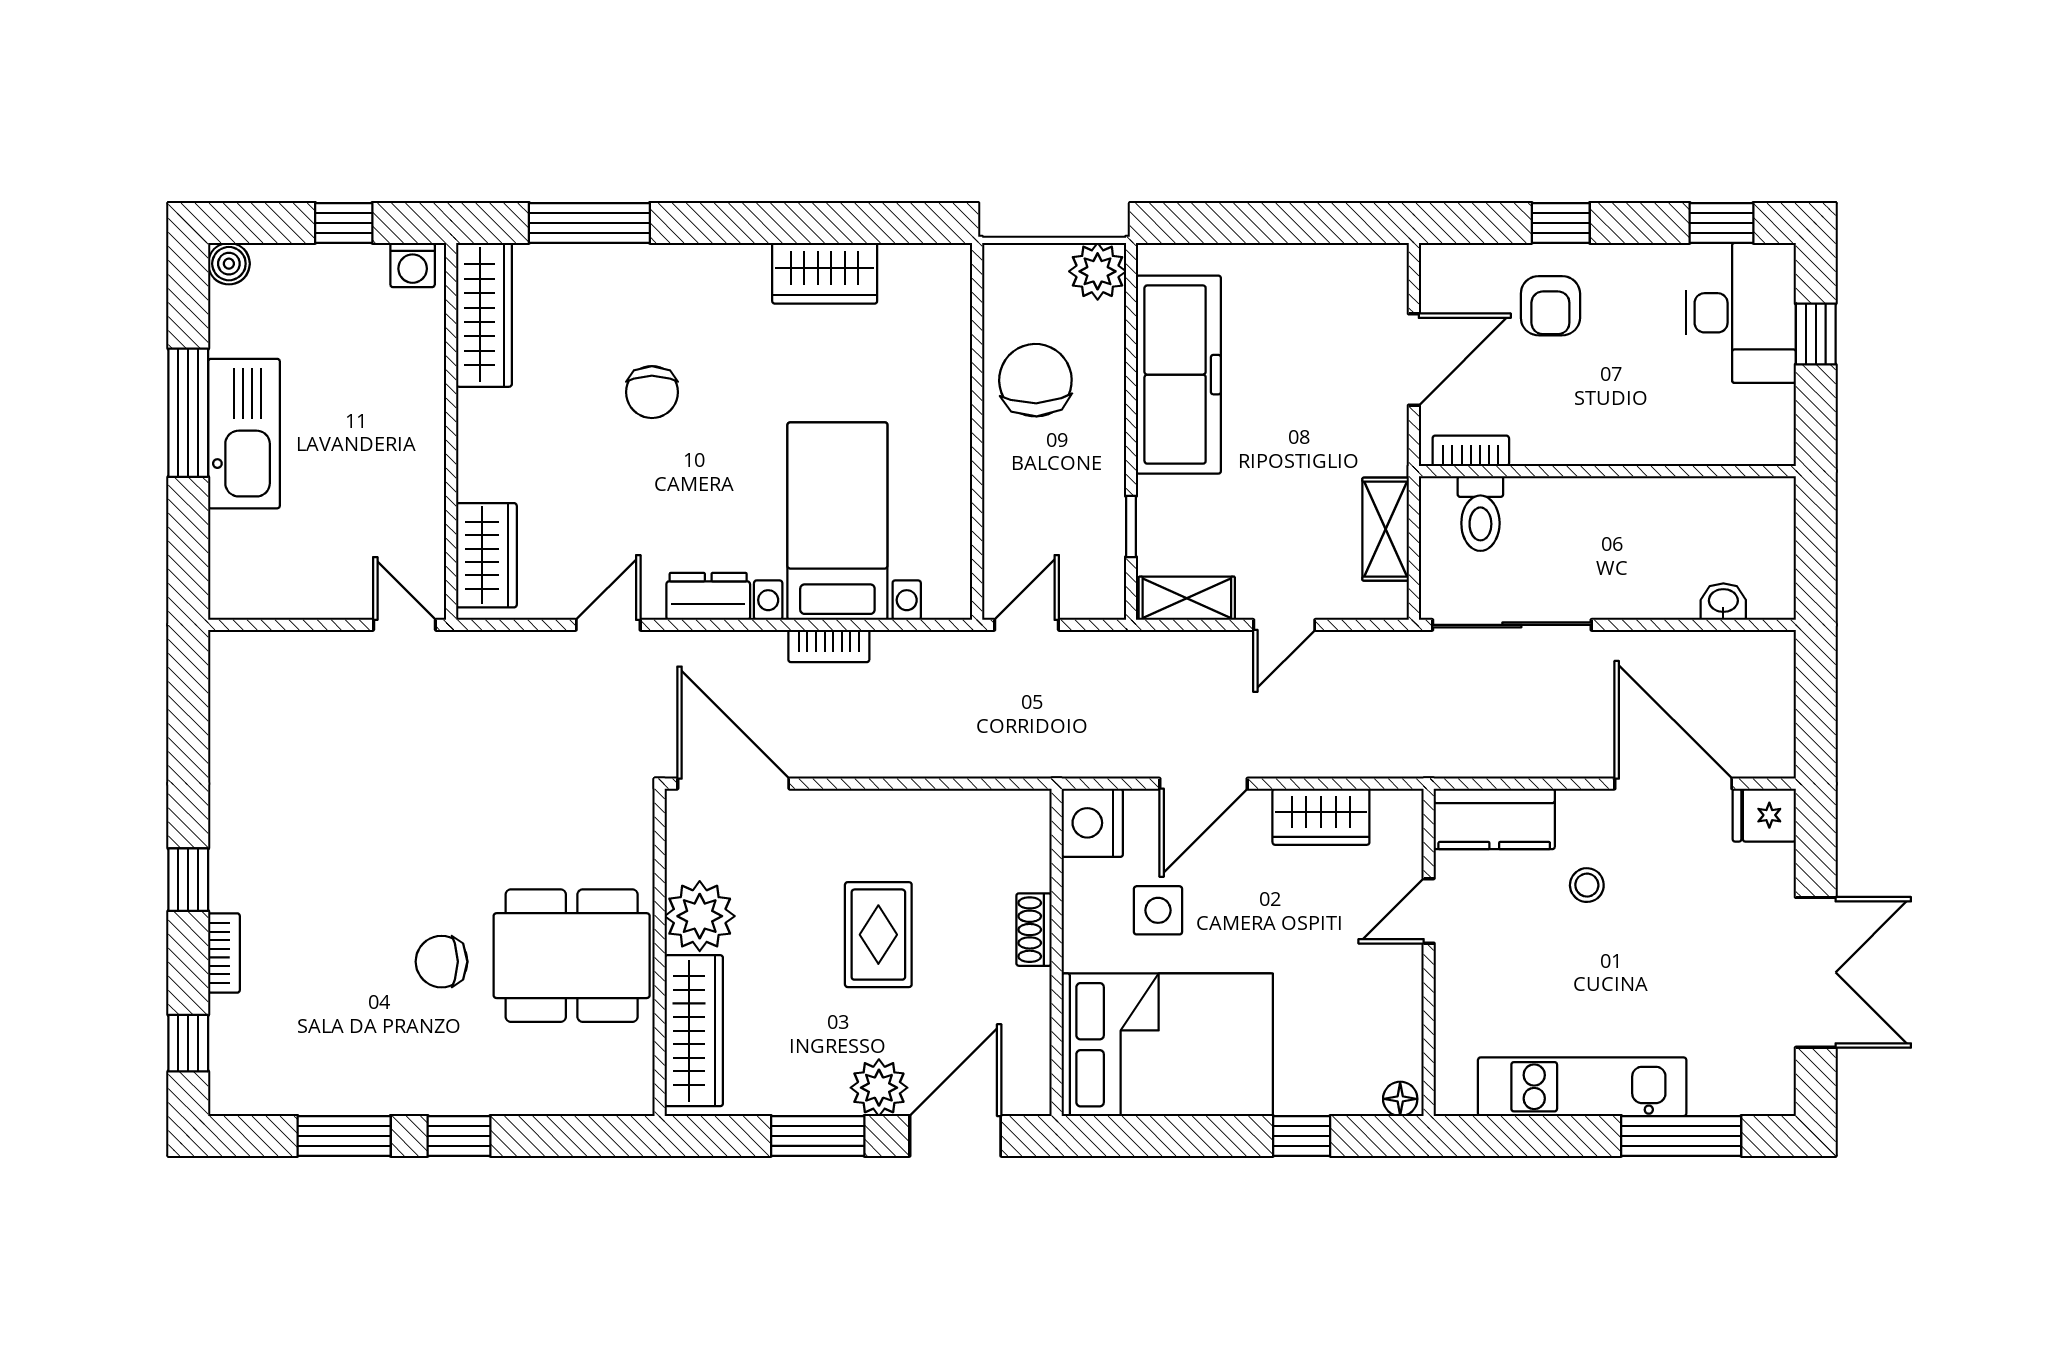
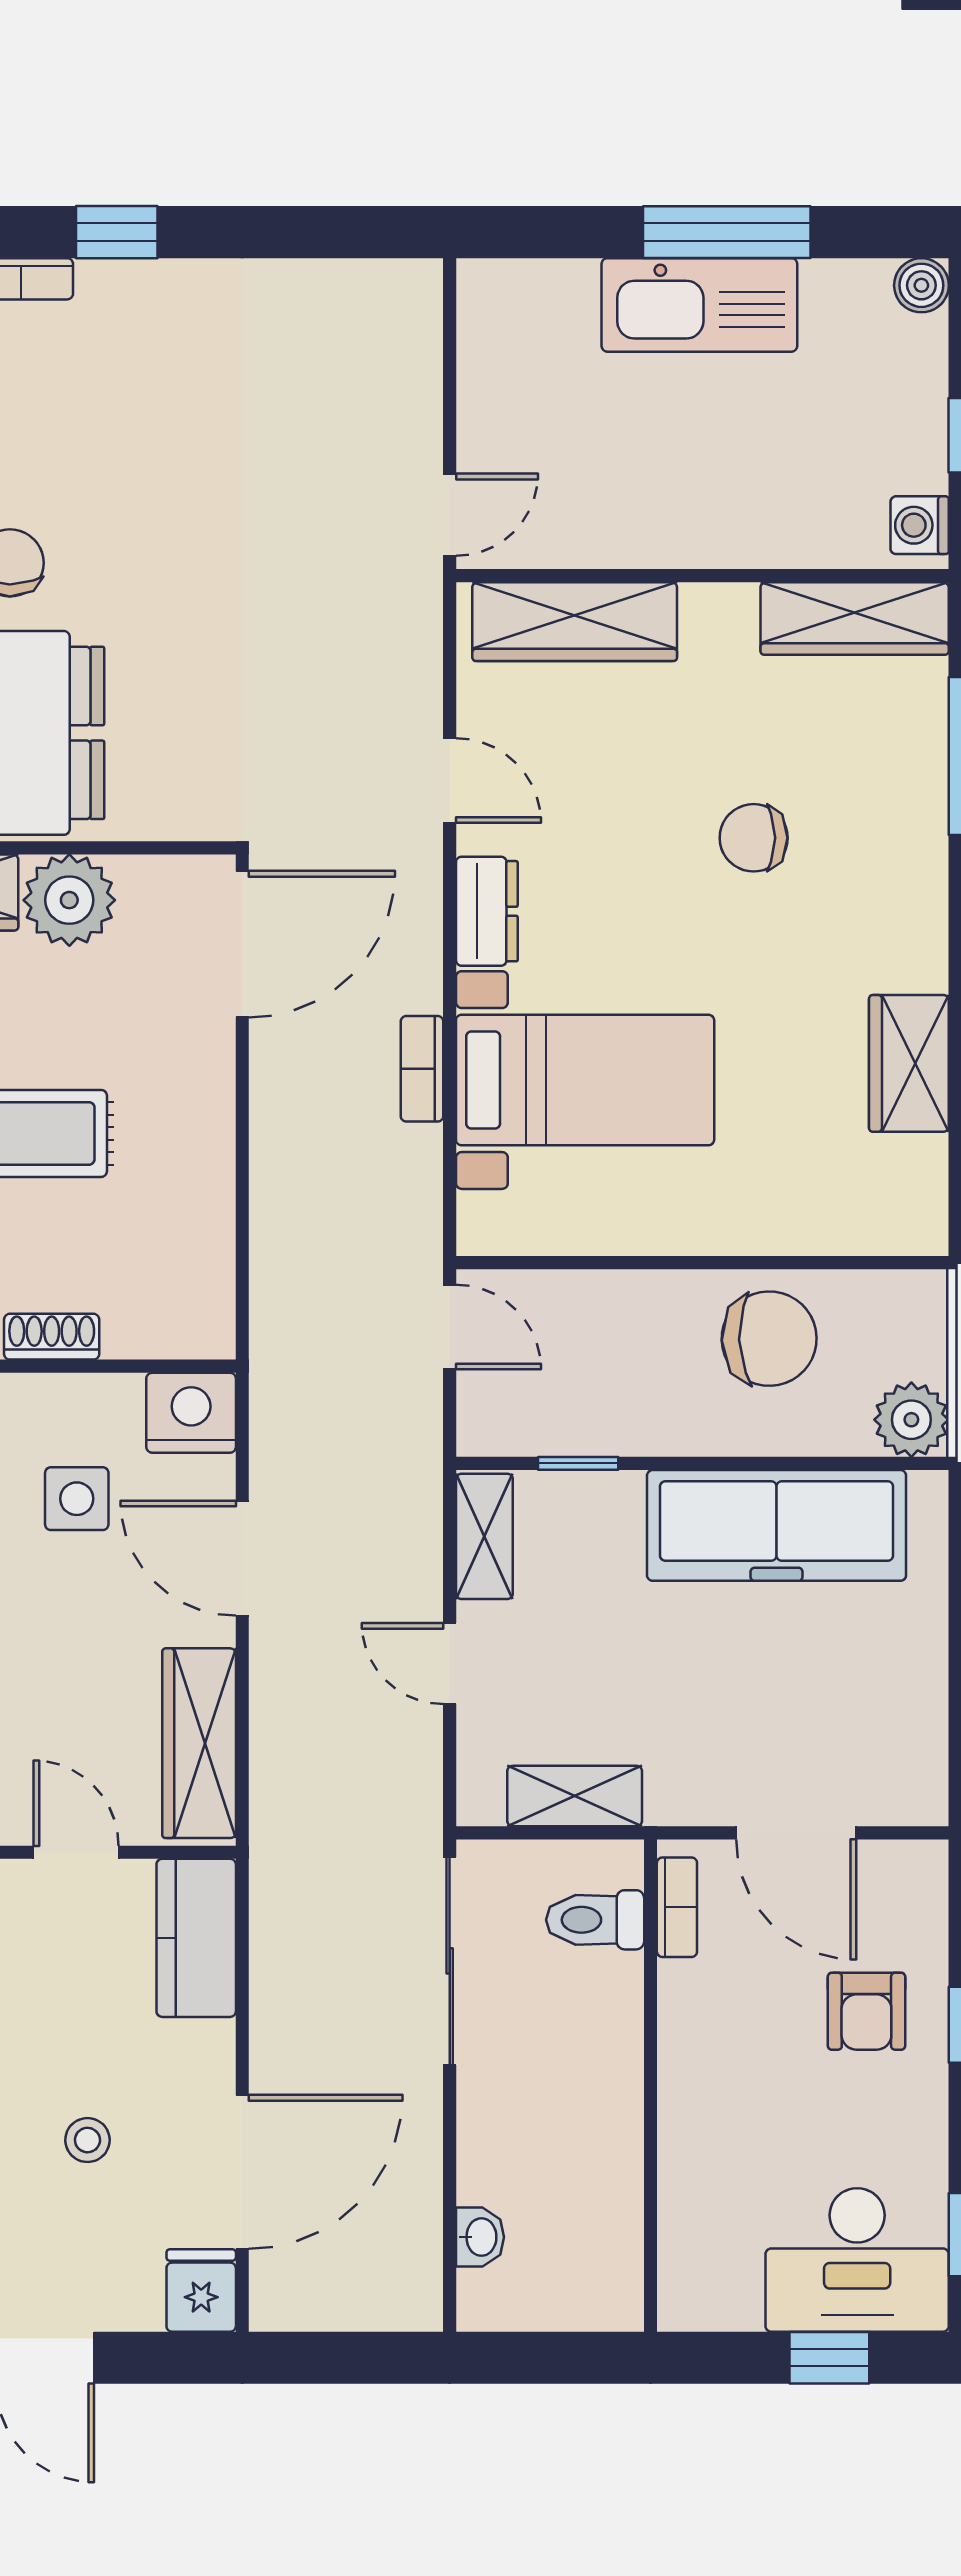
armchair: (1550, 306) -> (866, 2011), turned -90
wardrobe: (486, 555) -> (575, 622), width x1.50
wardrobe: (1321, 817) -> (199, 1743), width x1.50
stool: (1587, 885) -> (87, 2140), moved

